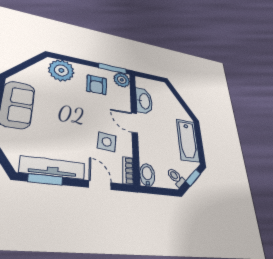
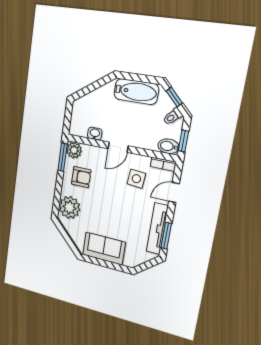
washbasin: (144, 101) -> (95, 134), width x0.52, depth x0.69
window: (156, 191) -> (183, 141), added

